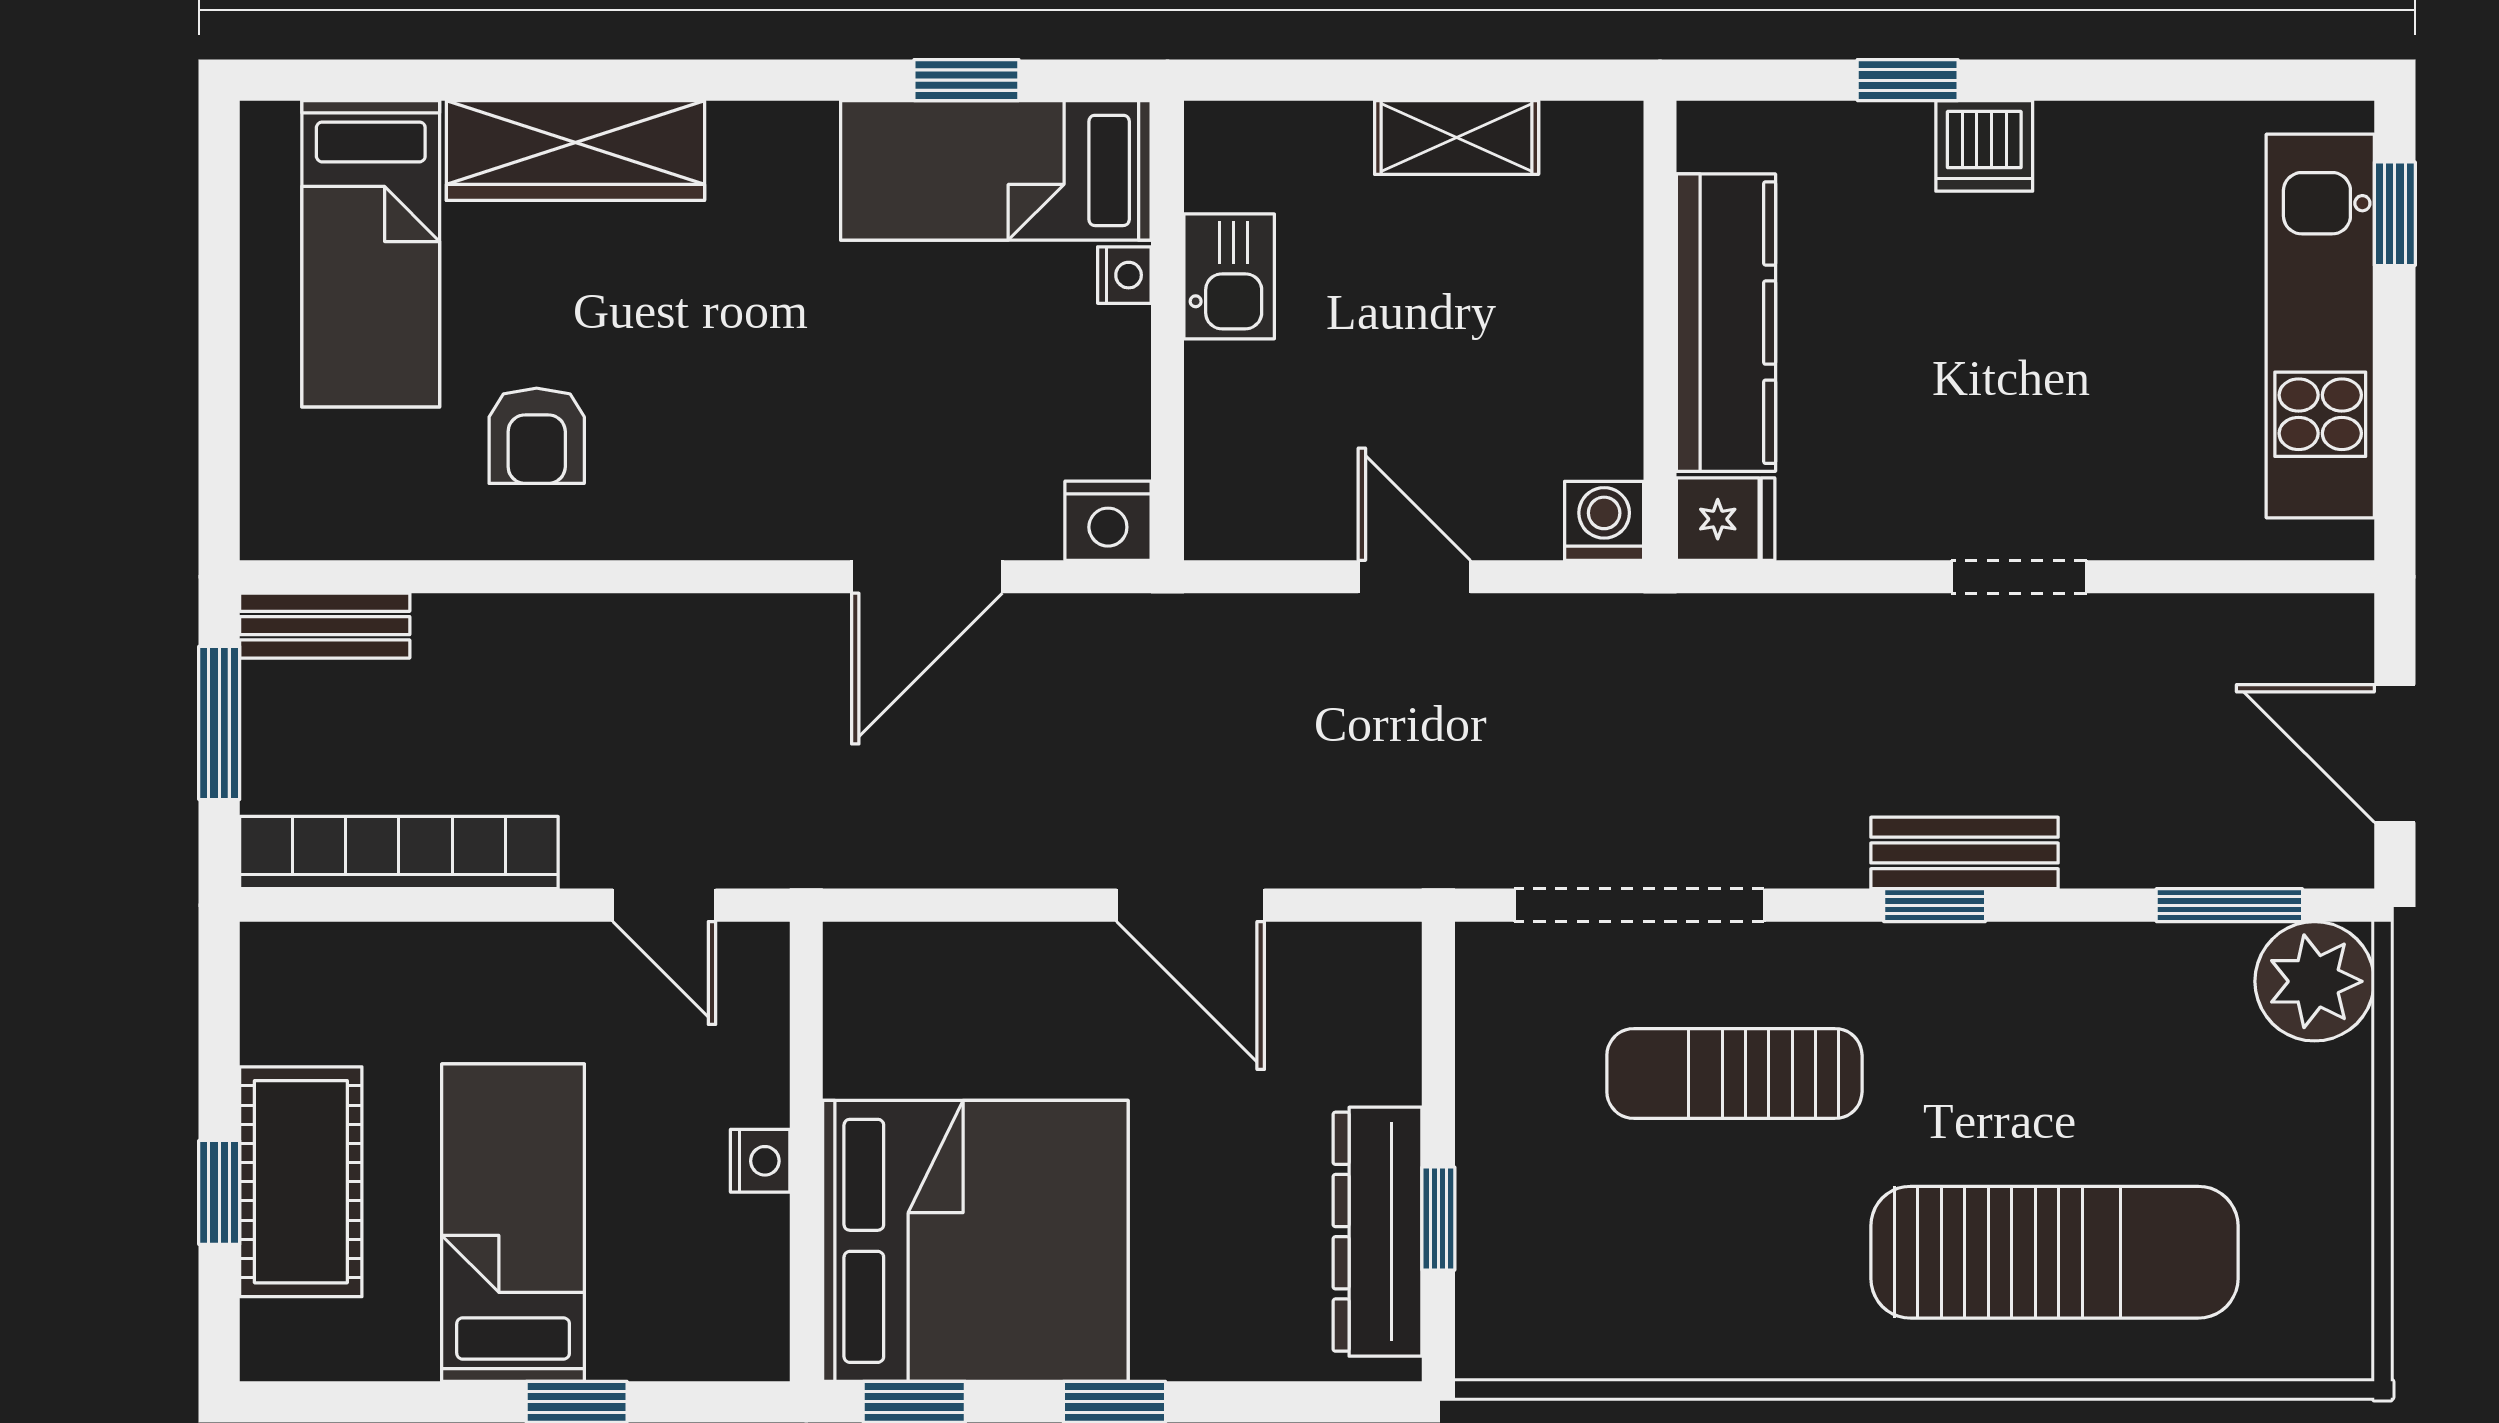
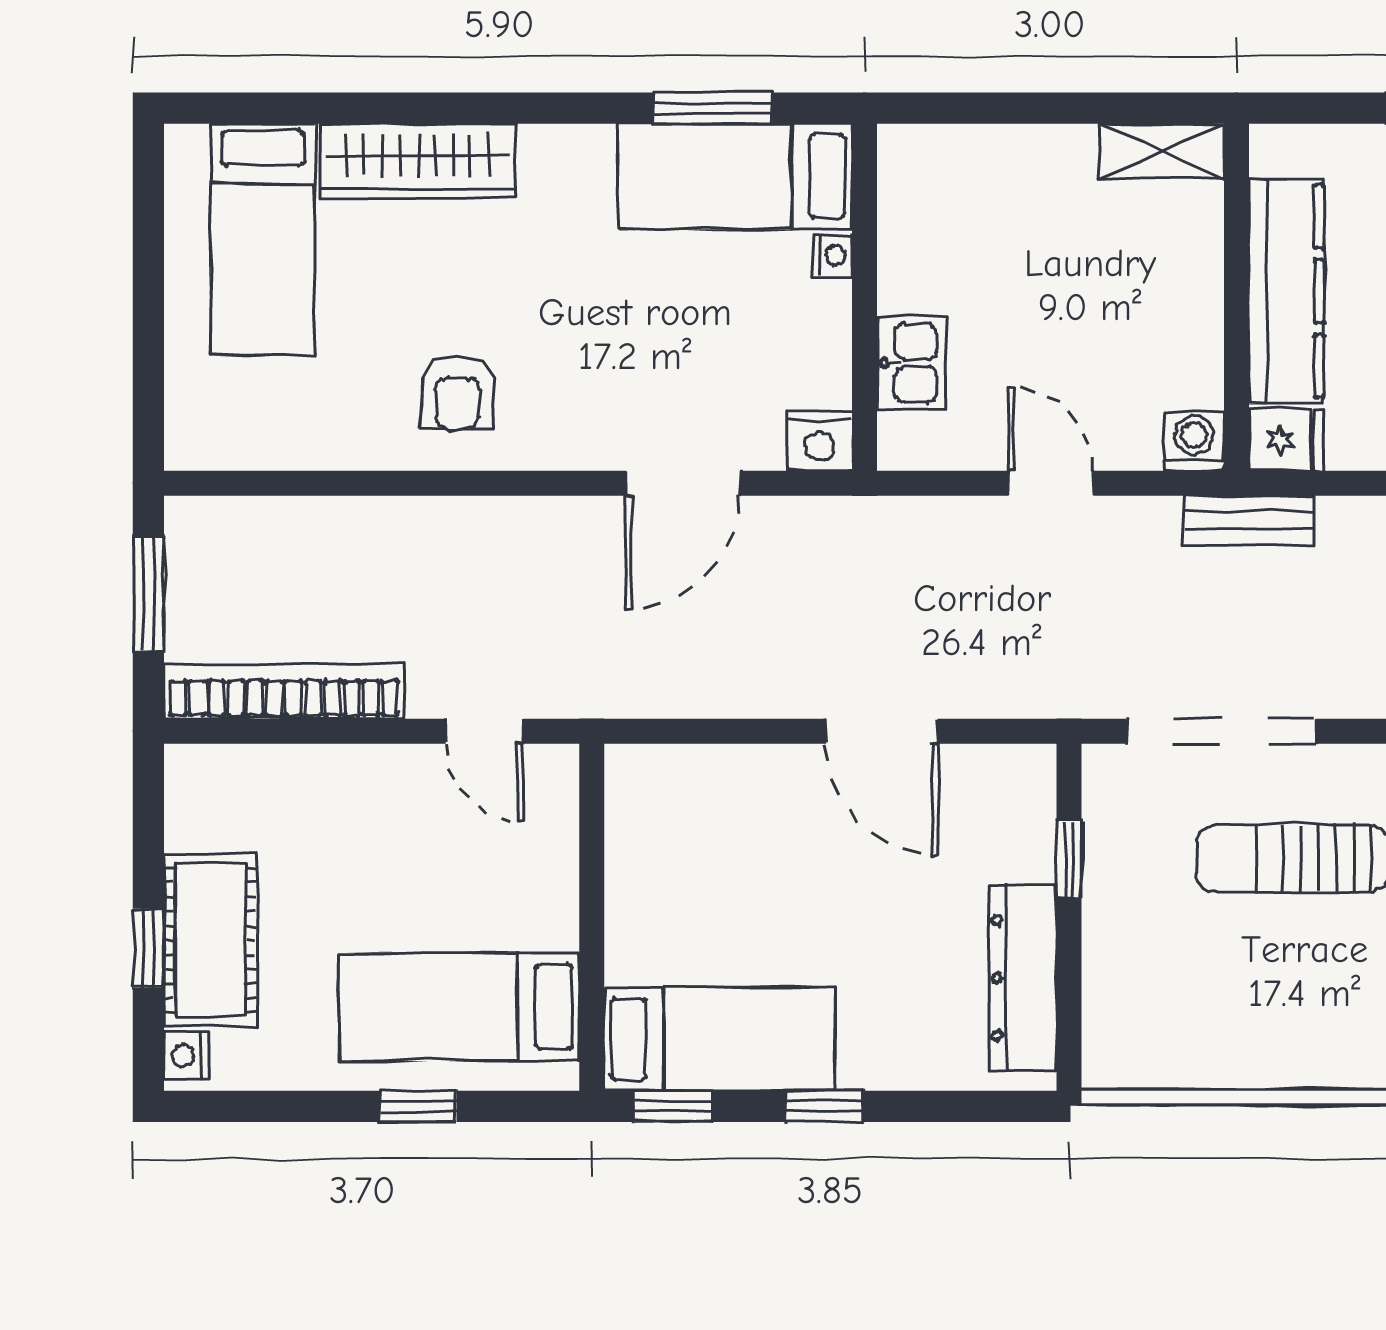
window: (966, 80) -> (713, 108), width x1.50
shelving: (1457, 137) -> (1162, 152), moved
kitchen sink: (1229, 276) -> (911, 363), moved
armchair: (537, 436) -> (457, 393), moved
bench: (325, 626) -> (1249, 520), moved
nightstand: (760, 1161) -> (186, 1056), moved, turned 180
window: (1438, 1219) -> (1069, 859), moved
bed: (513, 1223) -> (459, 1007), moved, turned -90
bed: (975, 1241) -> (719, 1039), width x0.49

